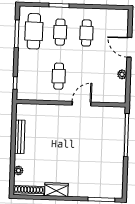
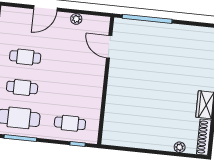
cafe table: (59, 76) -> (70, 123), moved
door: (82, 104) -> (109, 47), moved
bench: (20, 137) -> (140, 143), removed

